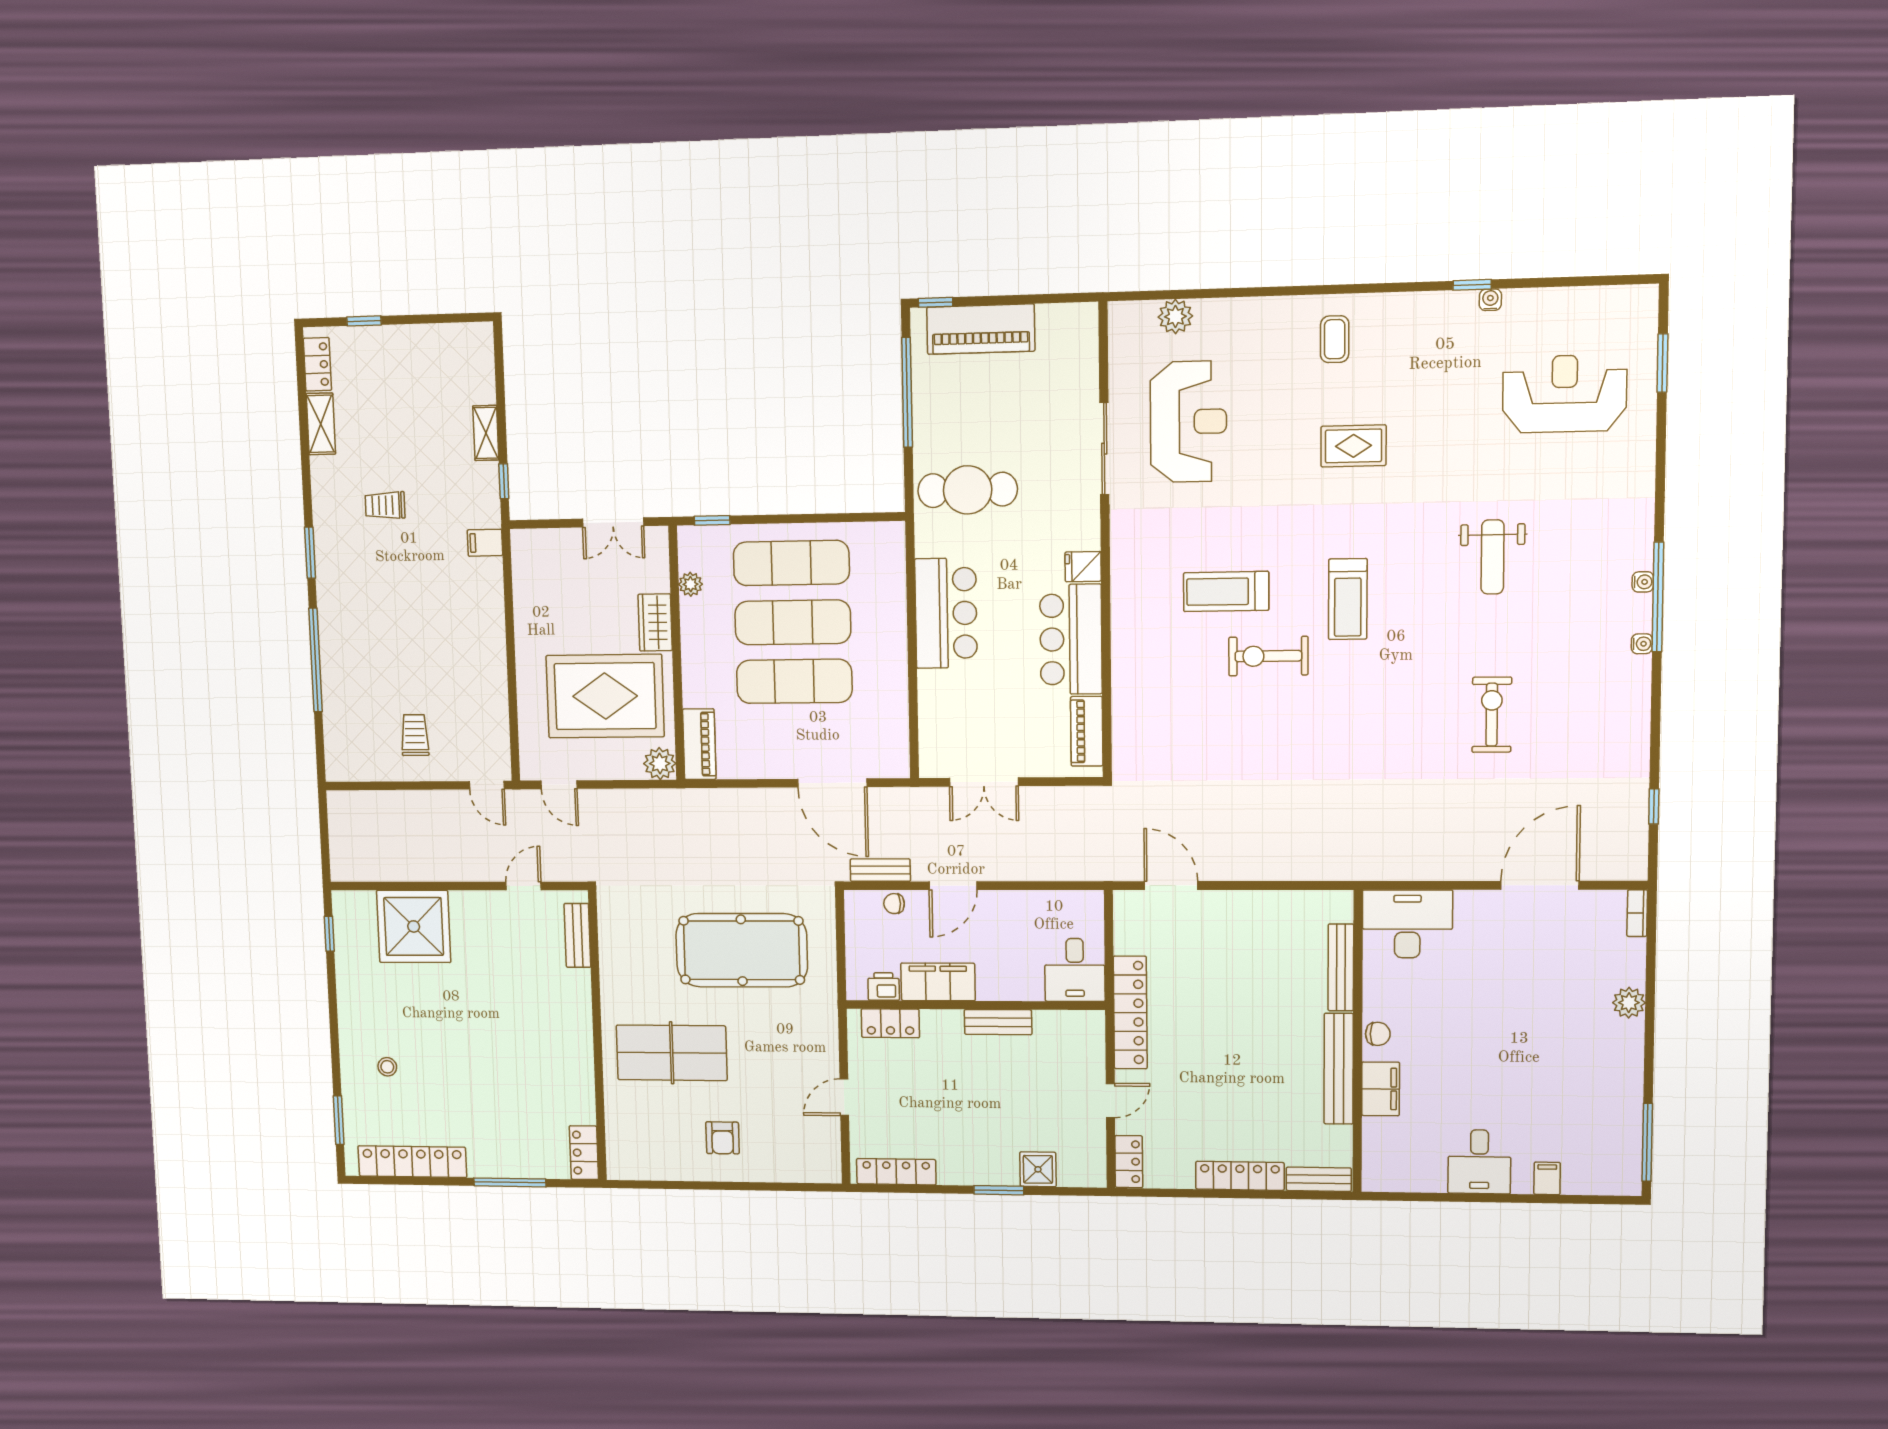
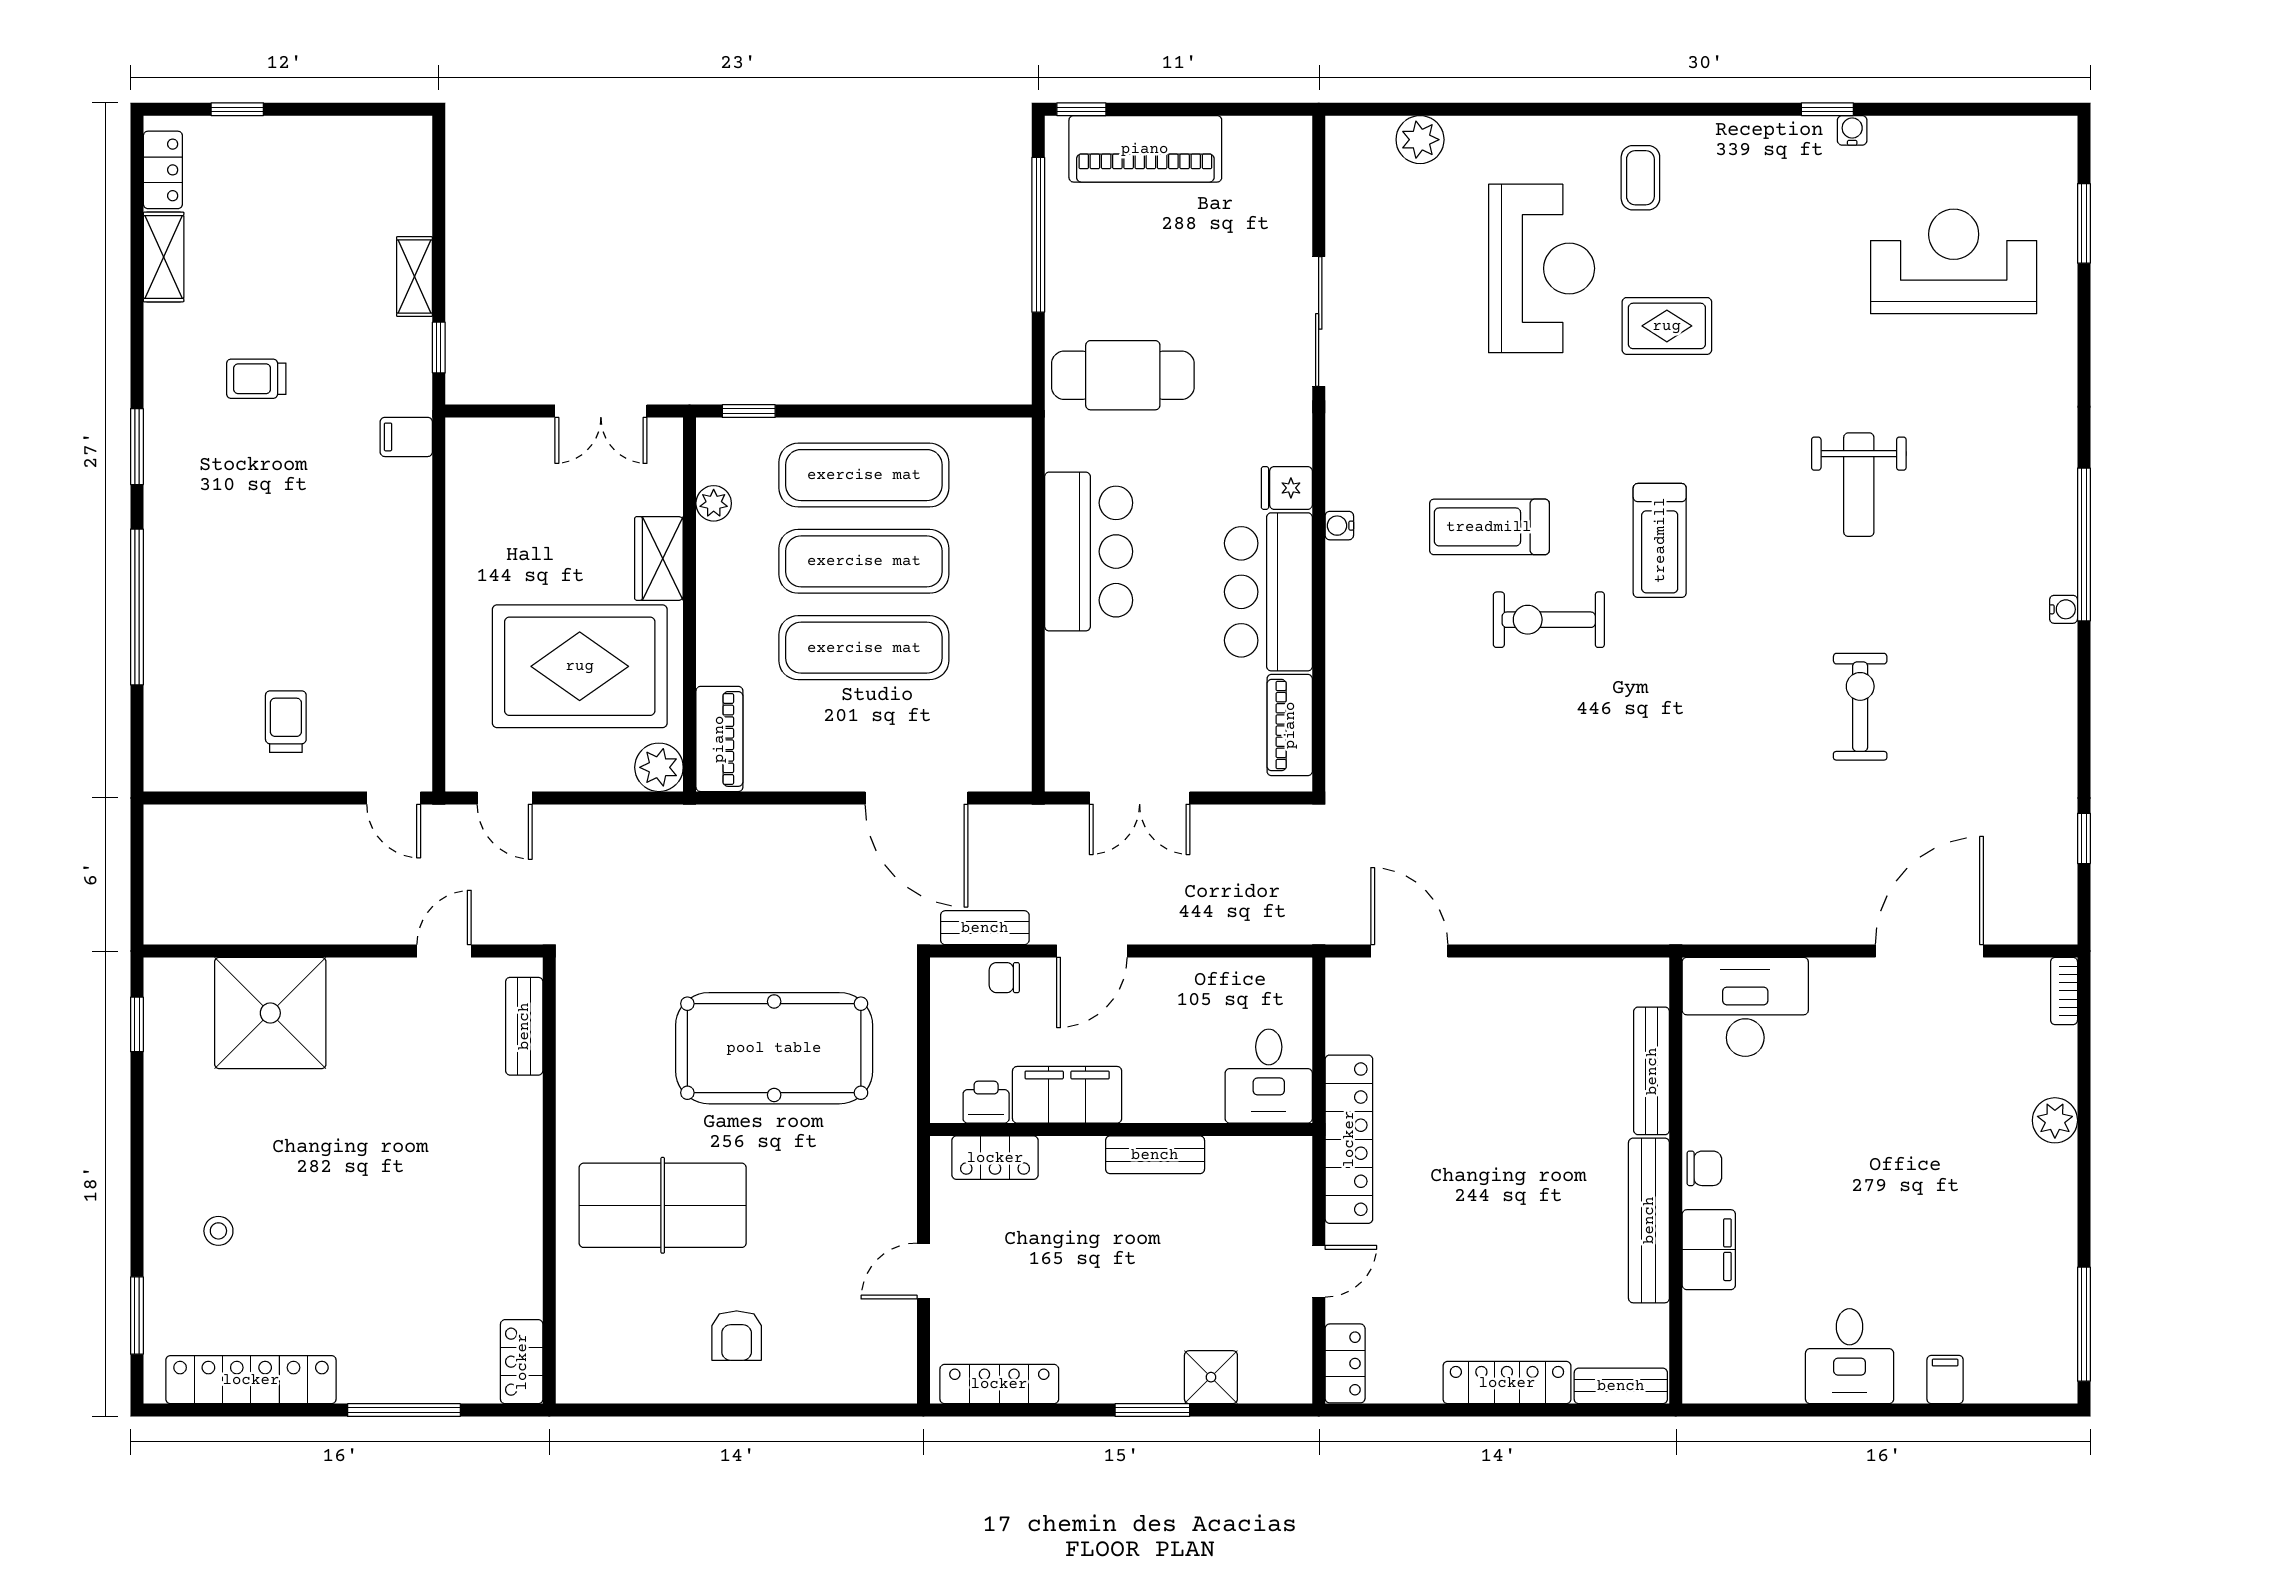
reception desk: (1188, 422) -> (1542, 268), moved
water cooler: (1643, 582) -> (1339, 526), moved, turned 180

